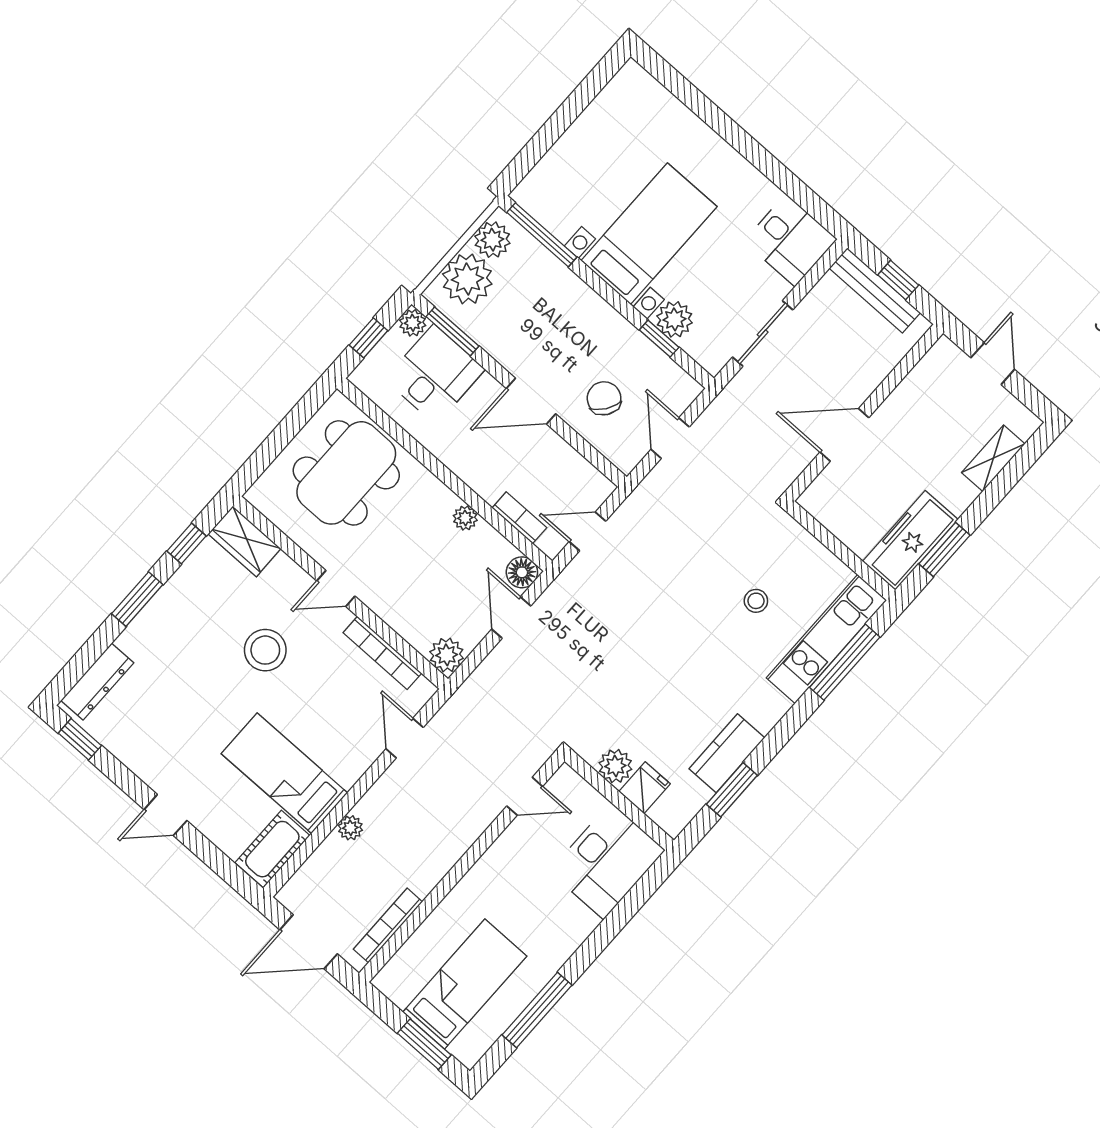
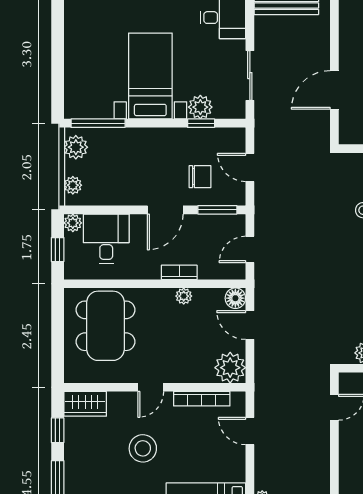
plant: (467, 279) -> (73, 185), width x0.53, depth x0.53
window: (452, 331) -> (217, 210), moved
chair: (604, 398) -> (200, 177), turned 144
bookcase: (519, 518) -> (179, 272), moved
plant: (447, 655) -> (230, 368), width x1.36, depth x1.36

